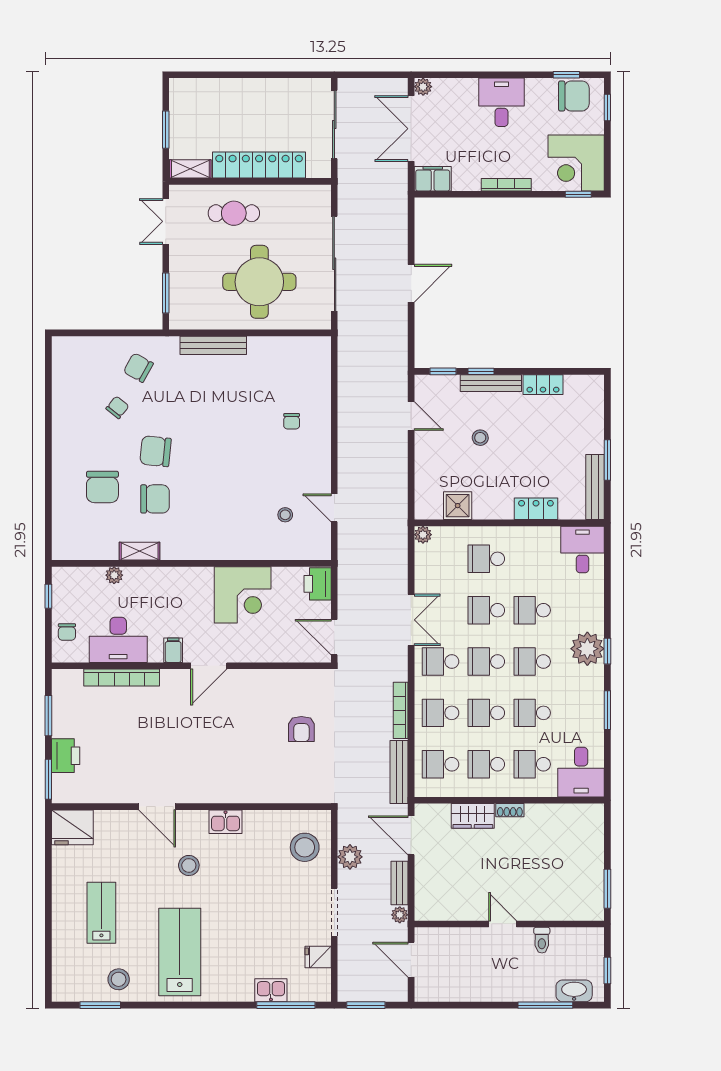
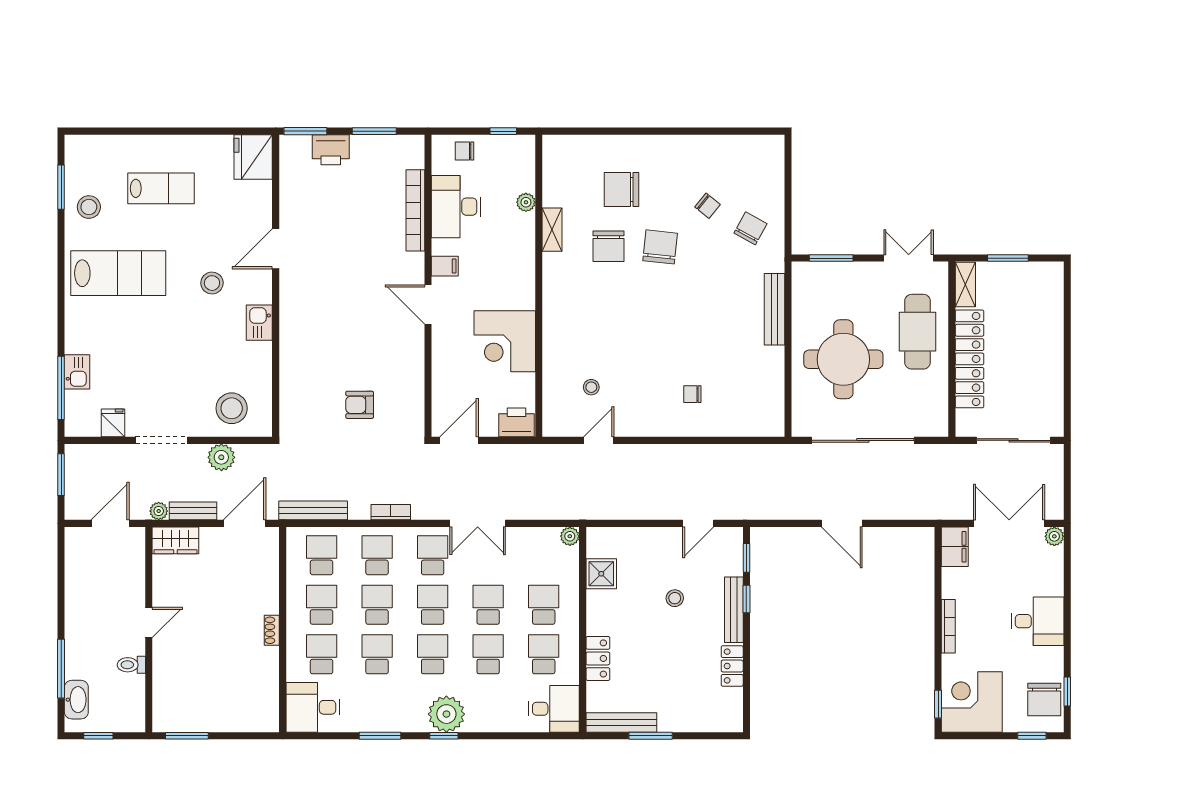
cafe table: (234, 213) -> (918, 332), width x1.37, depth x1.35
school desk: (532, 559) -> (544, 654), added
bookcase: (401, 710) -> (391, 512), width x0.64
wardrobe: (473, 816) -> (175, 540), moved, turned -90

